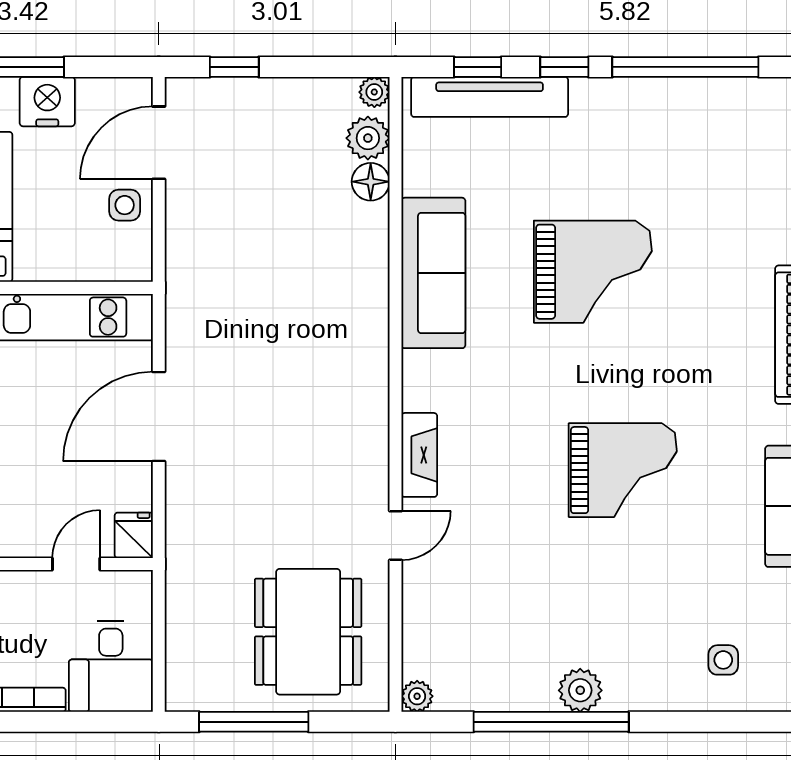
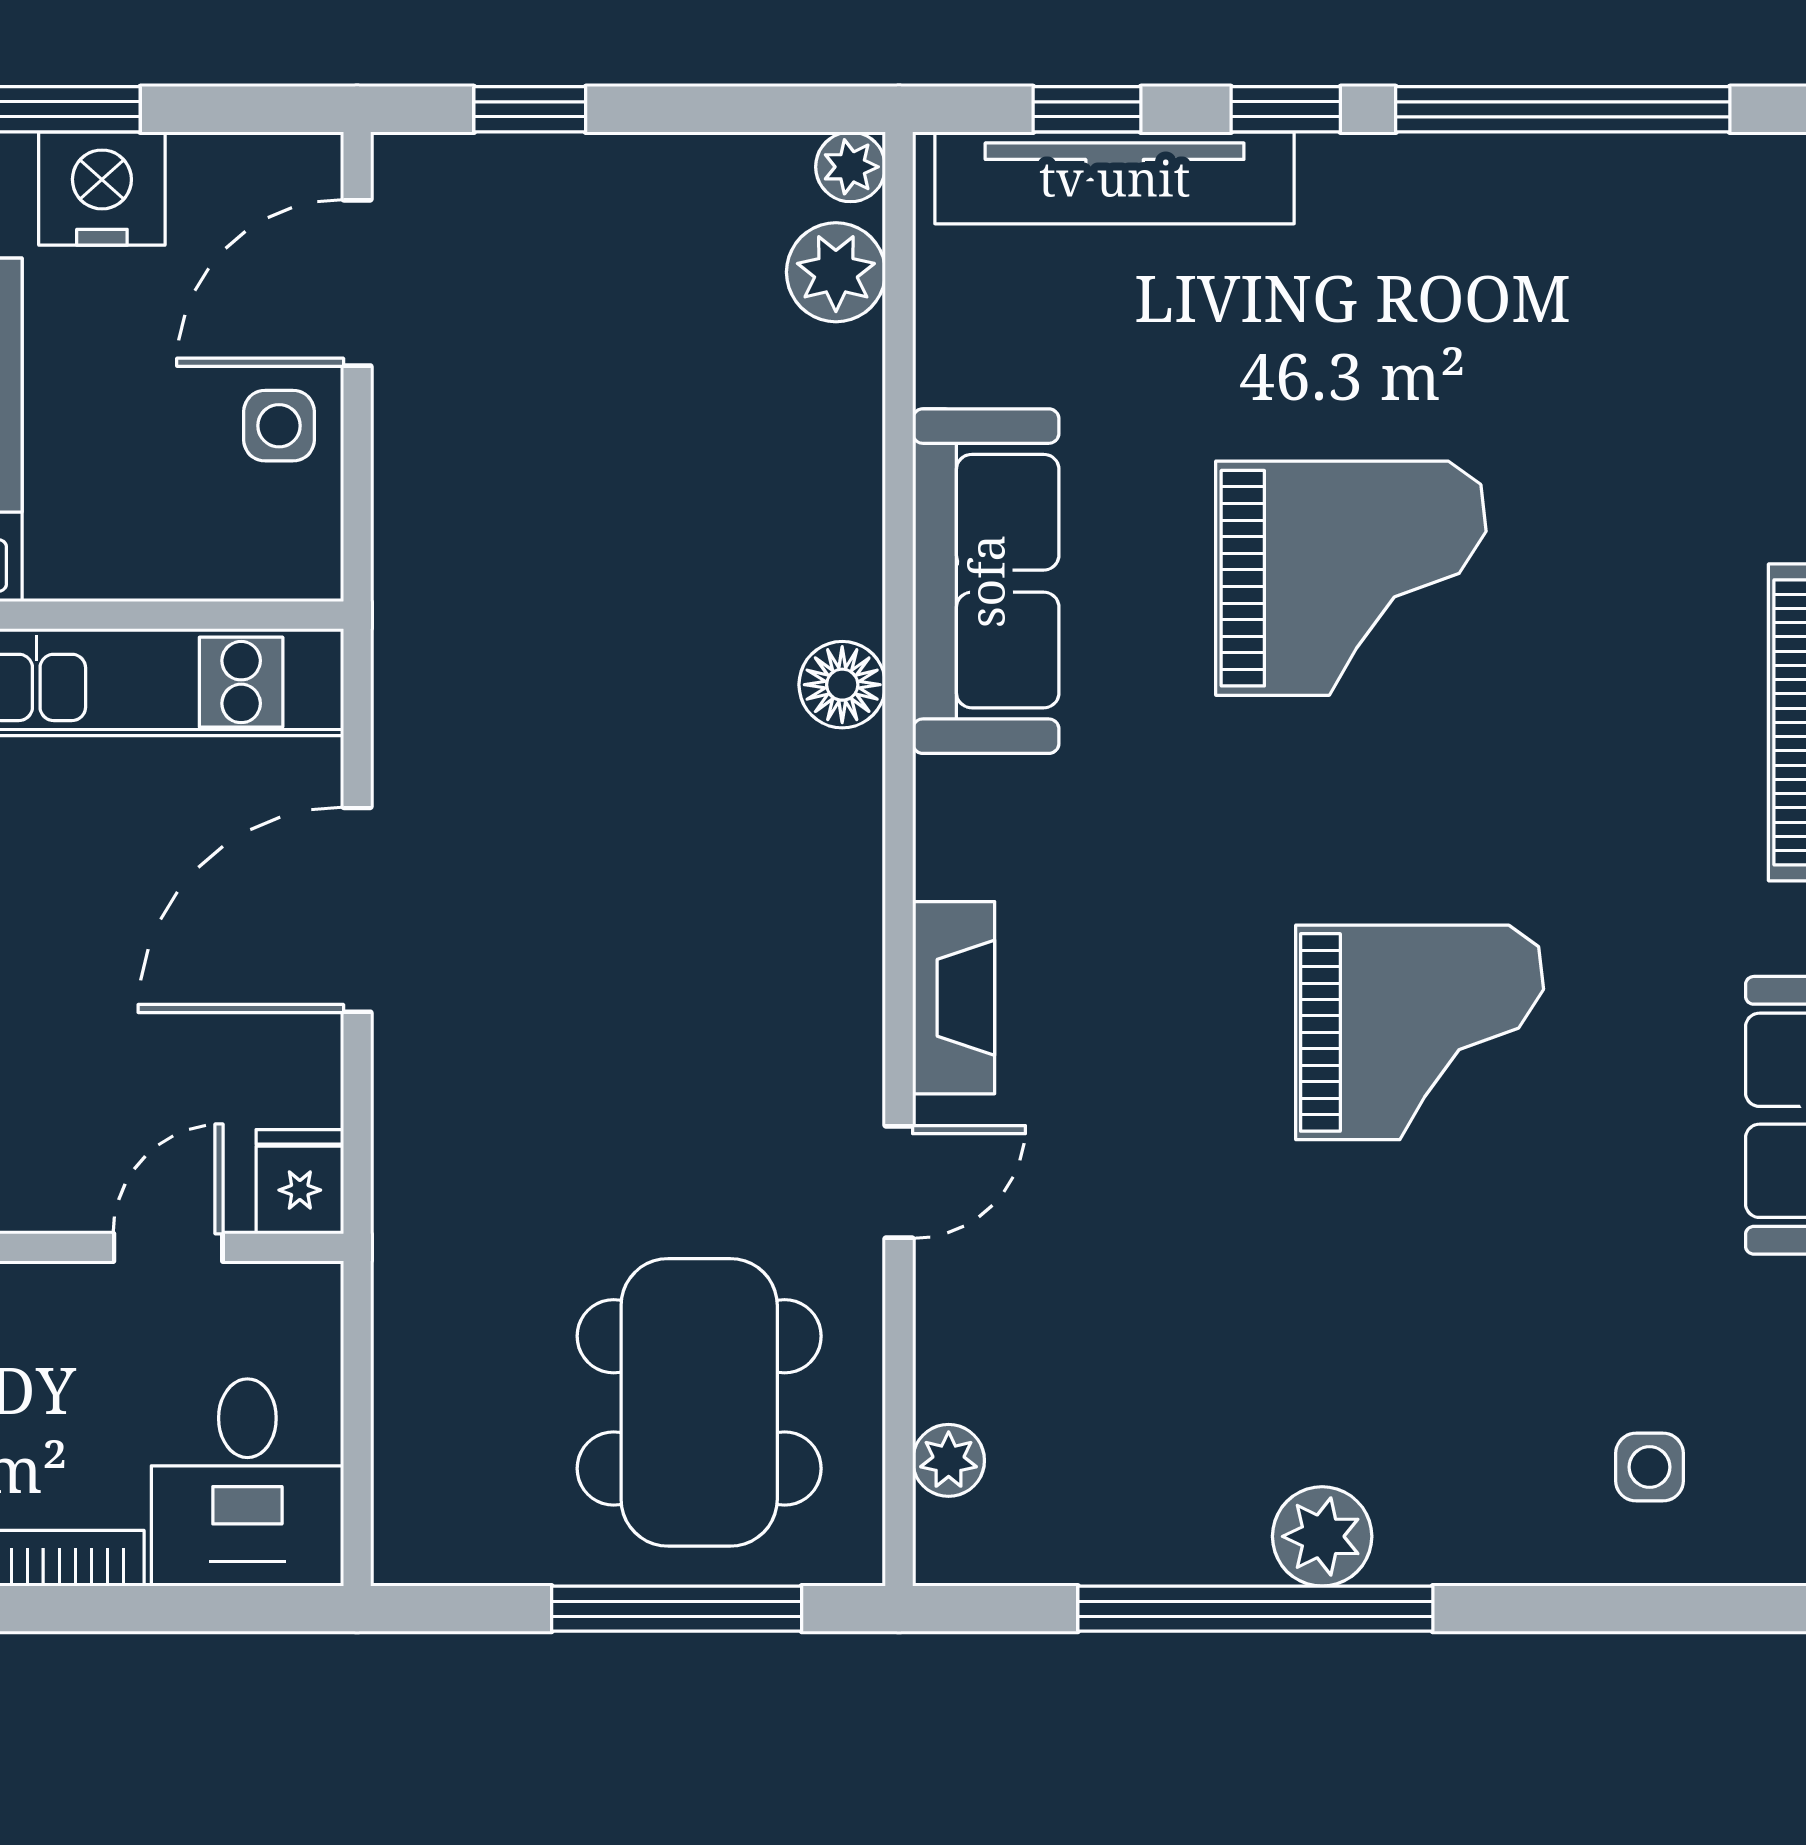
floor lamp: (371, 182) -> (842, 685), moved
plant: (417, 696) -> (949, 1460), moved
window: (254, 722) -> (677, 1609), moved

